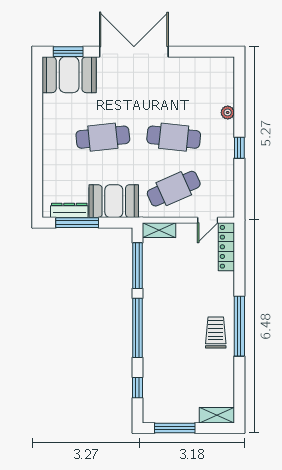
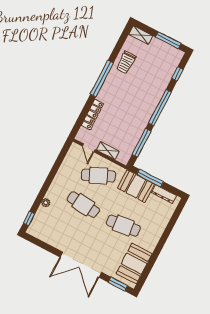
booth: (69, 75) -> (134, 264), moved, turned 90
window: (239, 148) -> (29, 218), moved
door: (208, 220) -> (89, 148), swing flipped
window: (77, 223) -> (150, 178), moved
shelving: (159, 230) -> (108, 151), moved
locker: (226, 247) -> (92, 115), moved
trolley: (216, 332) -> (126, 62), moved

